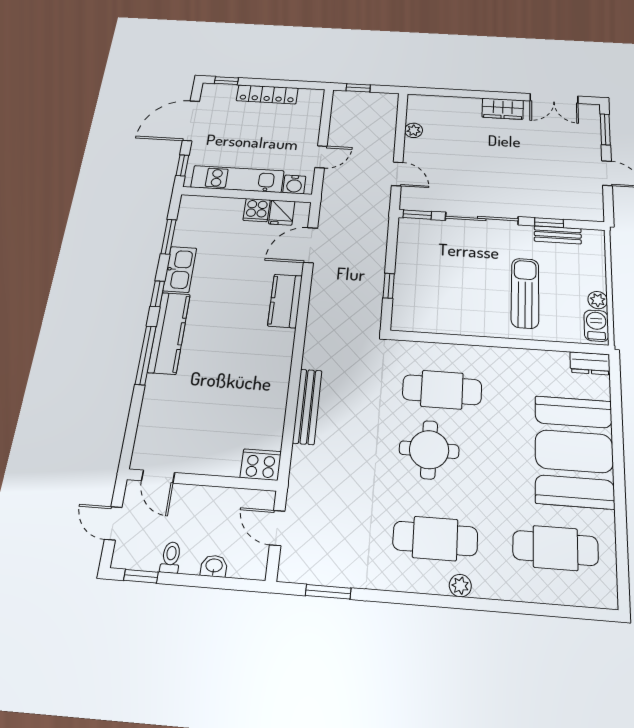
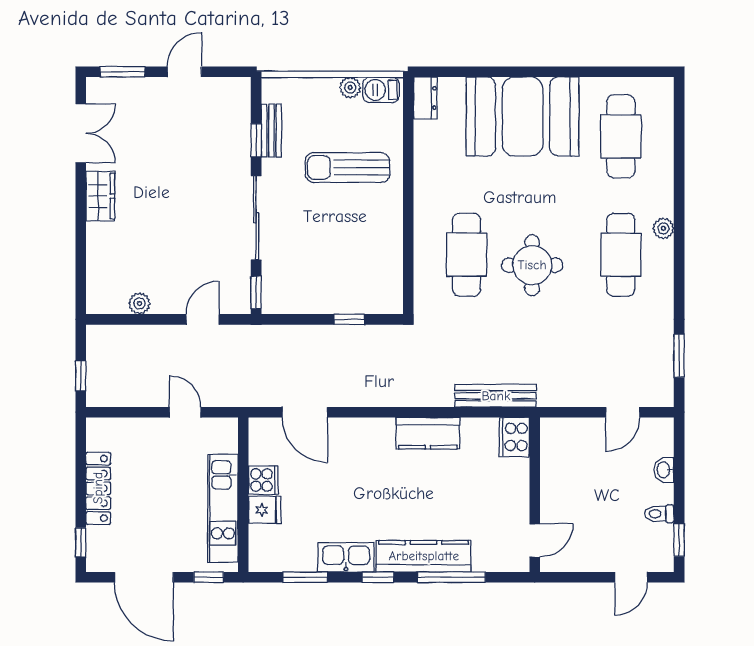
water cooler: (294, 184) -> (226, 440), removed
fridge: (282, 213) -> (265, 510), moved
kitchen counter: (285, 301) -> (428, 433), moved
cooker: (261, 465) -> (514, 437), moved
door: (158, 477) -> (535, 540), moved
wall: (202, 480) -> (535, 495), moved

